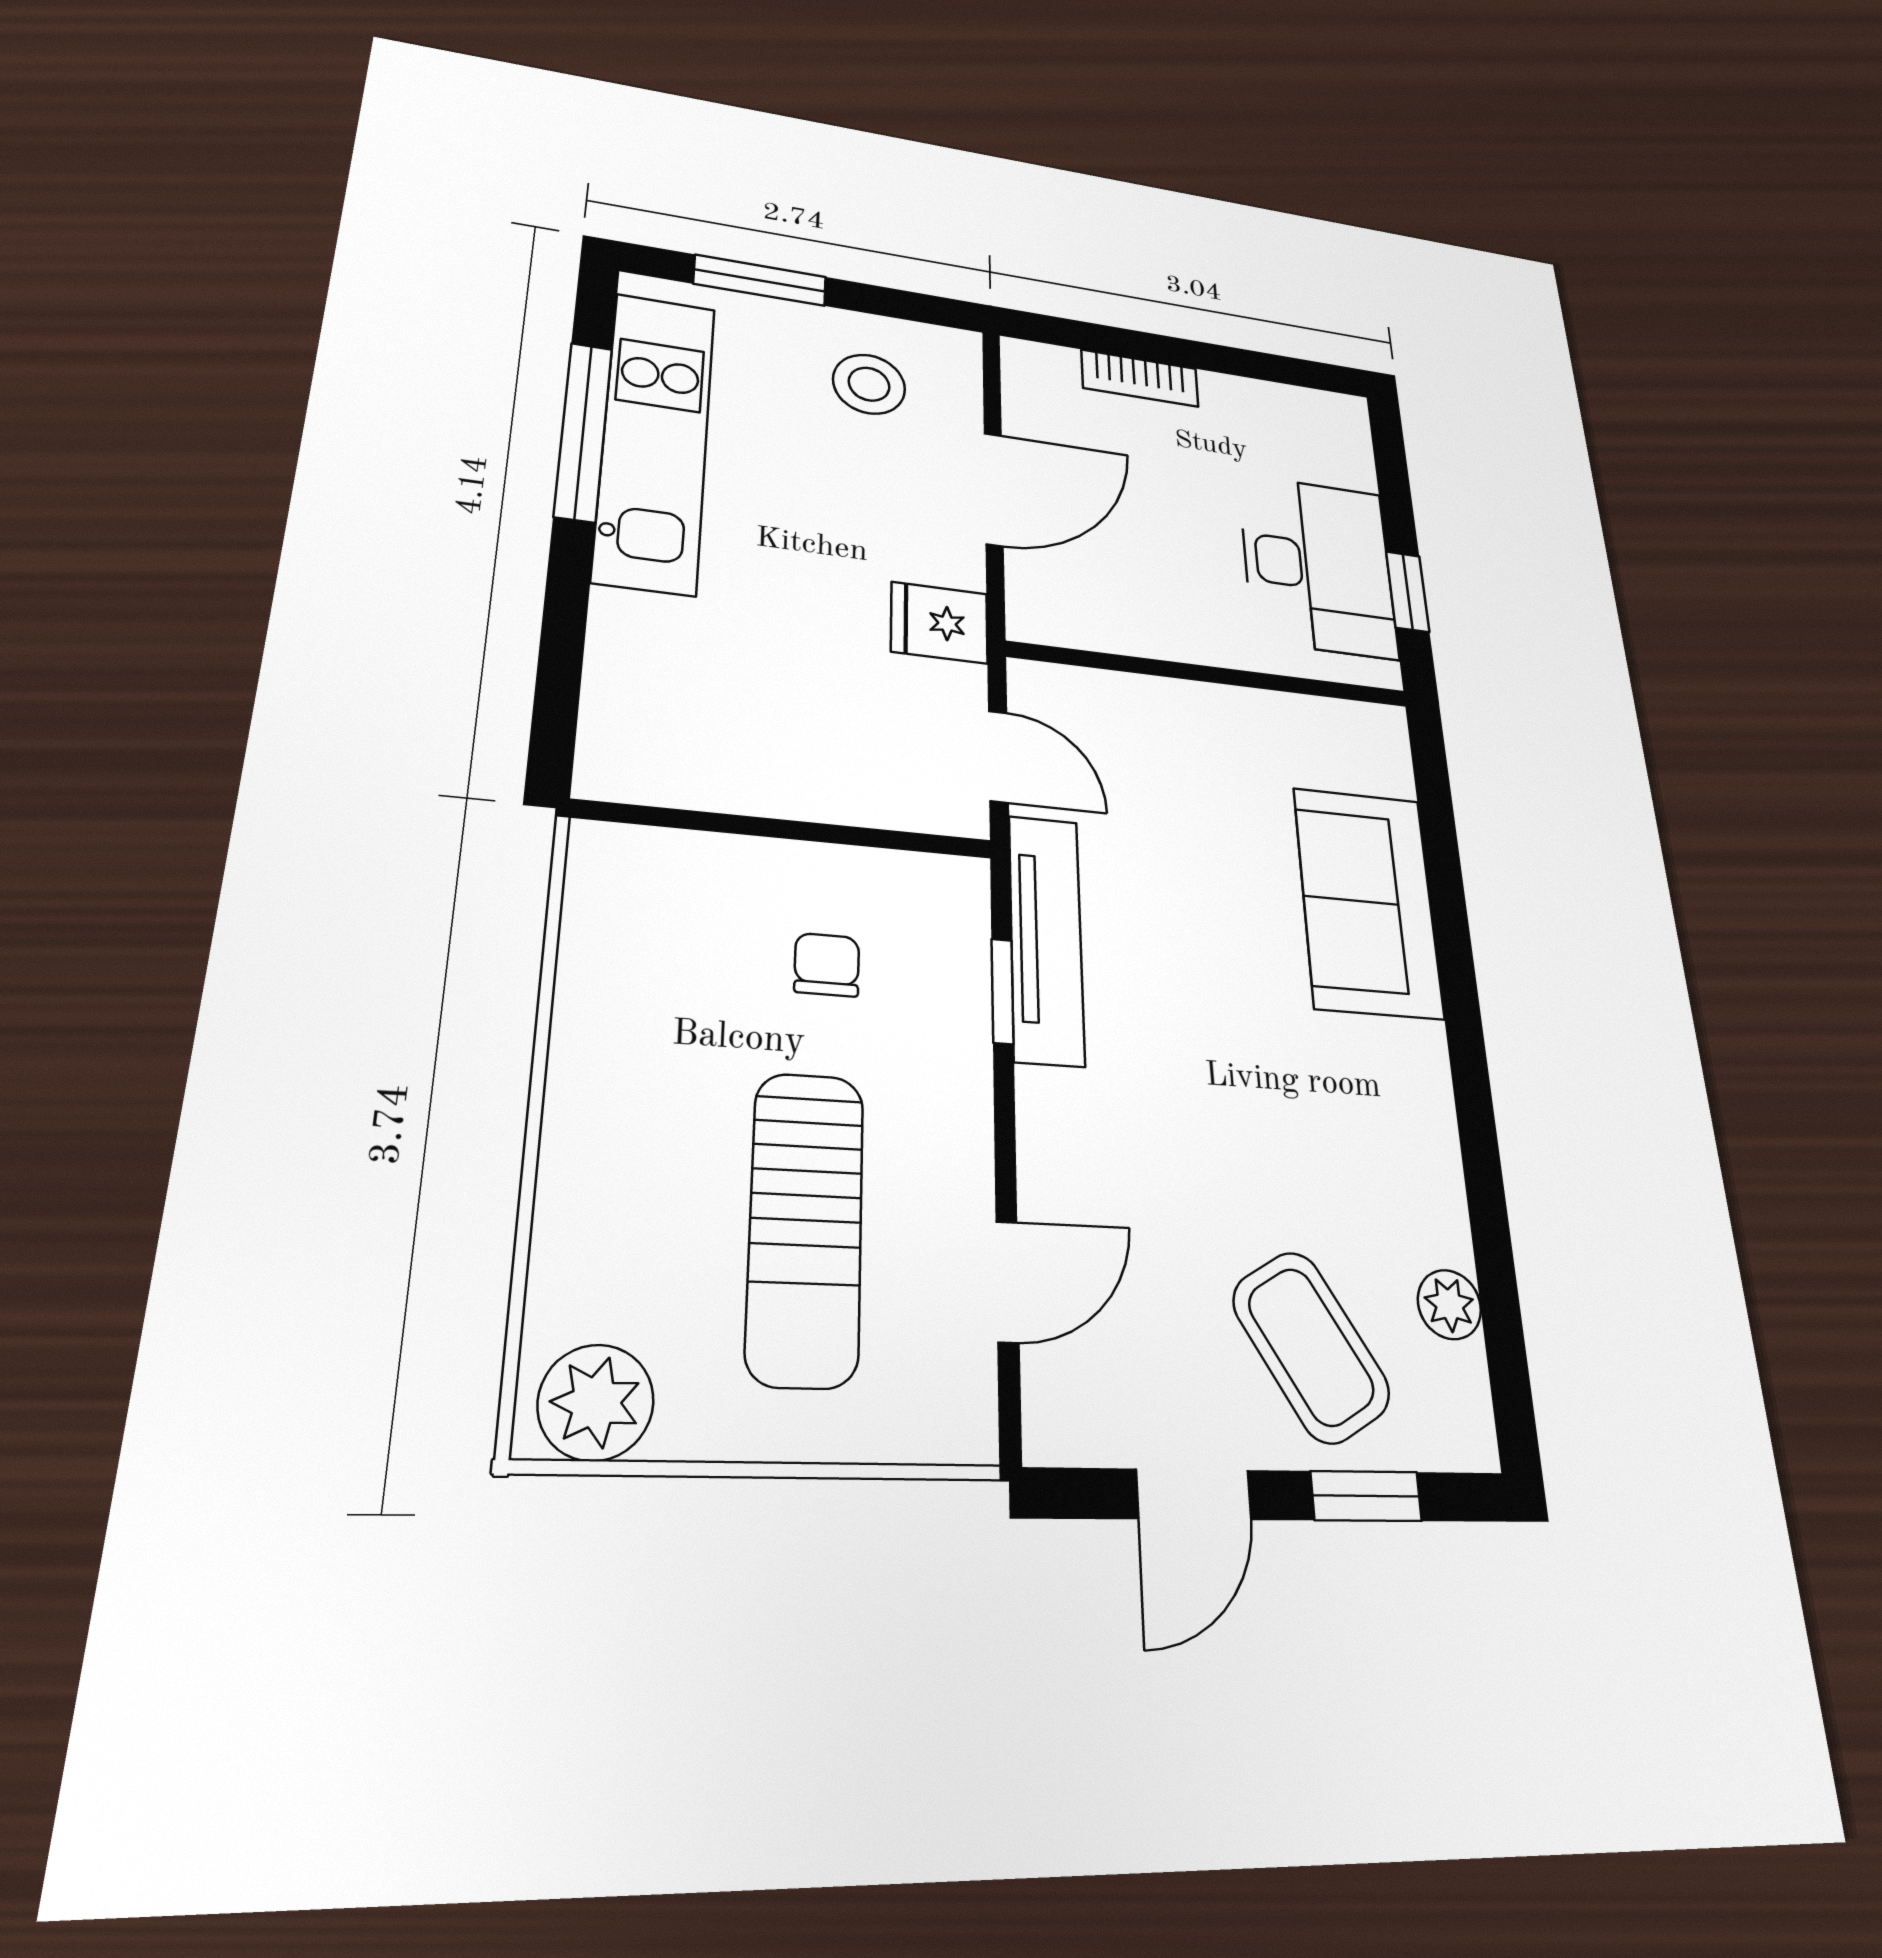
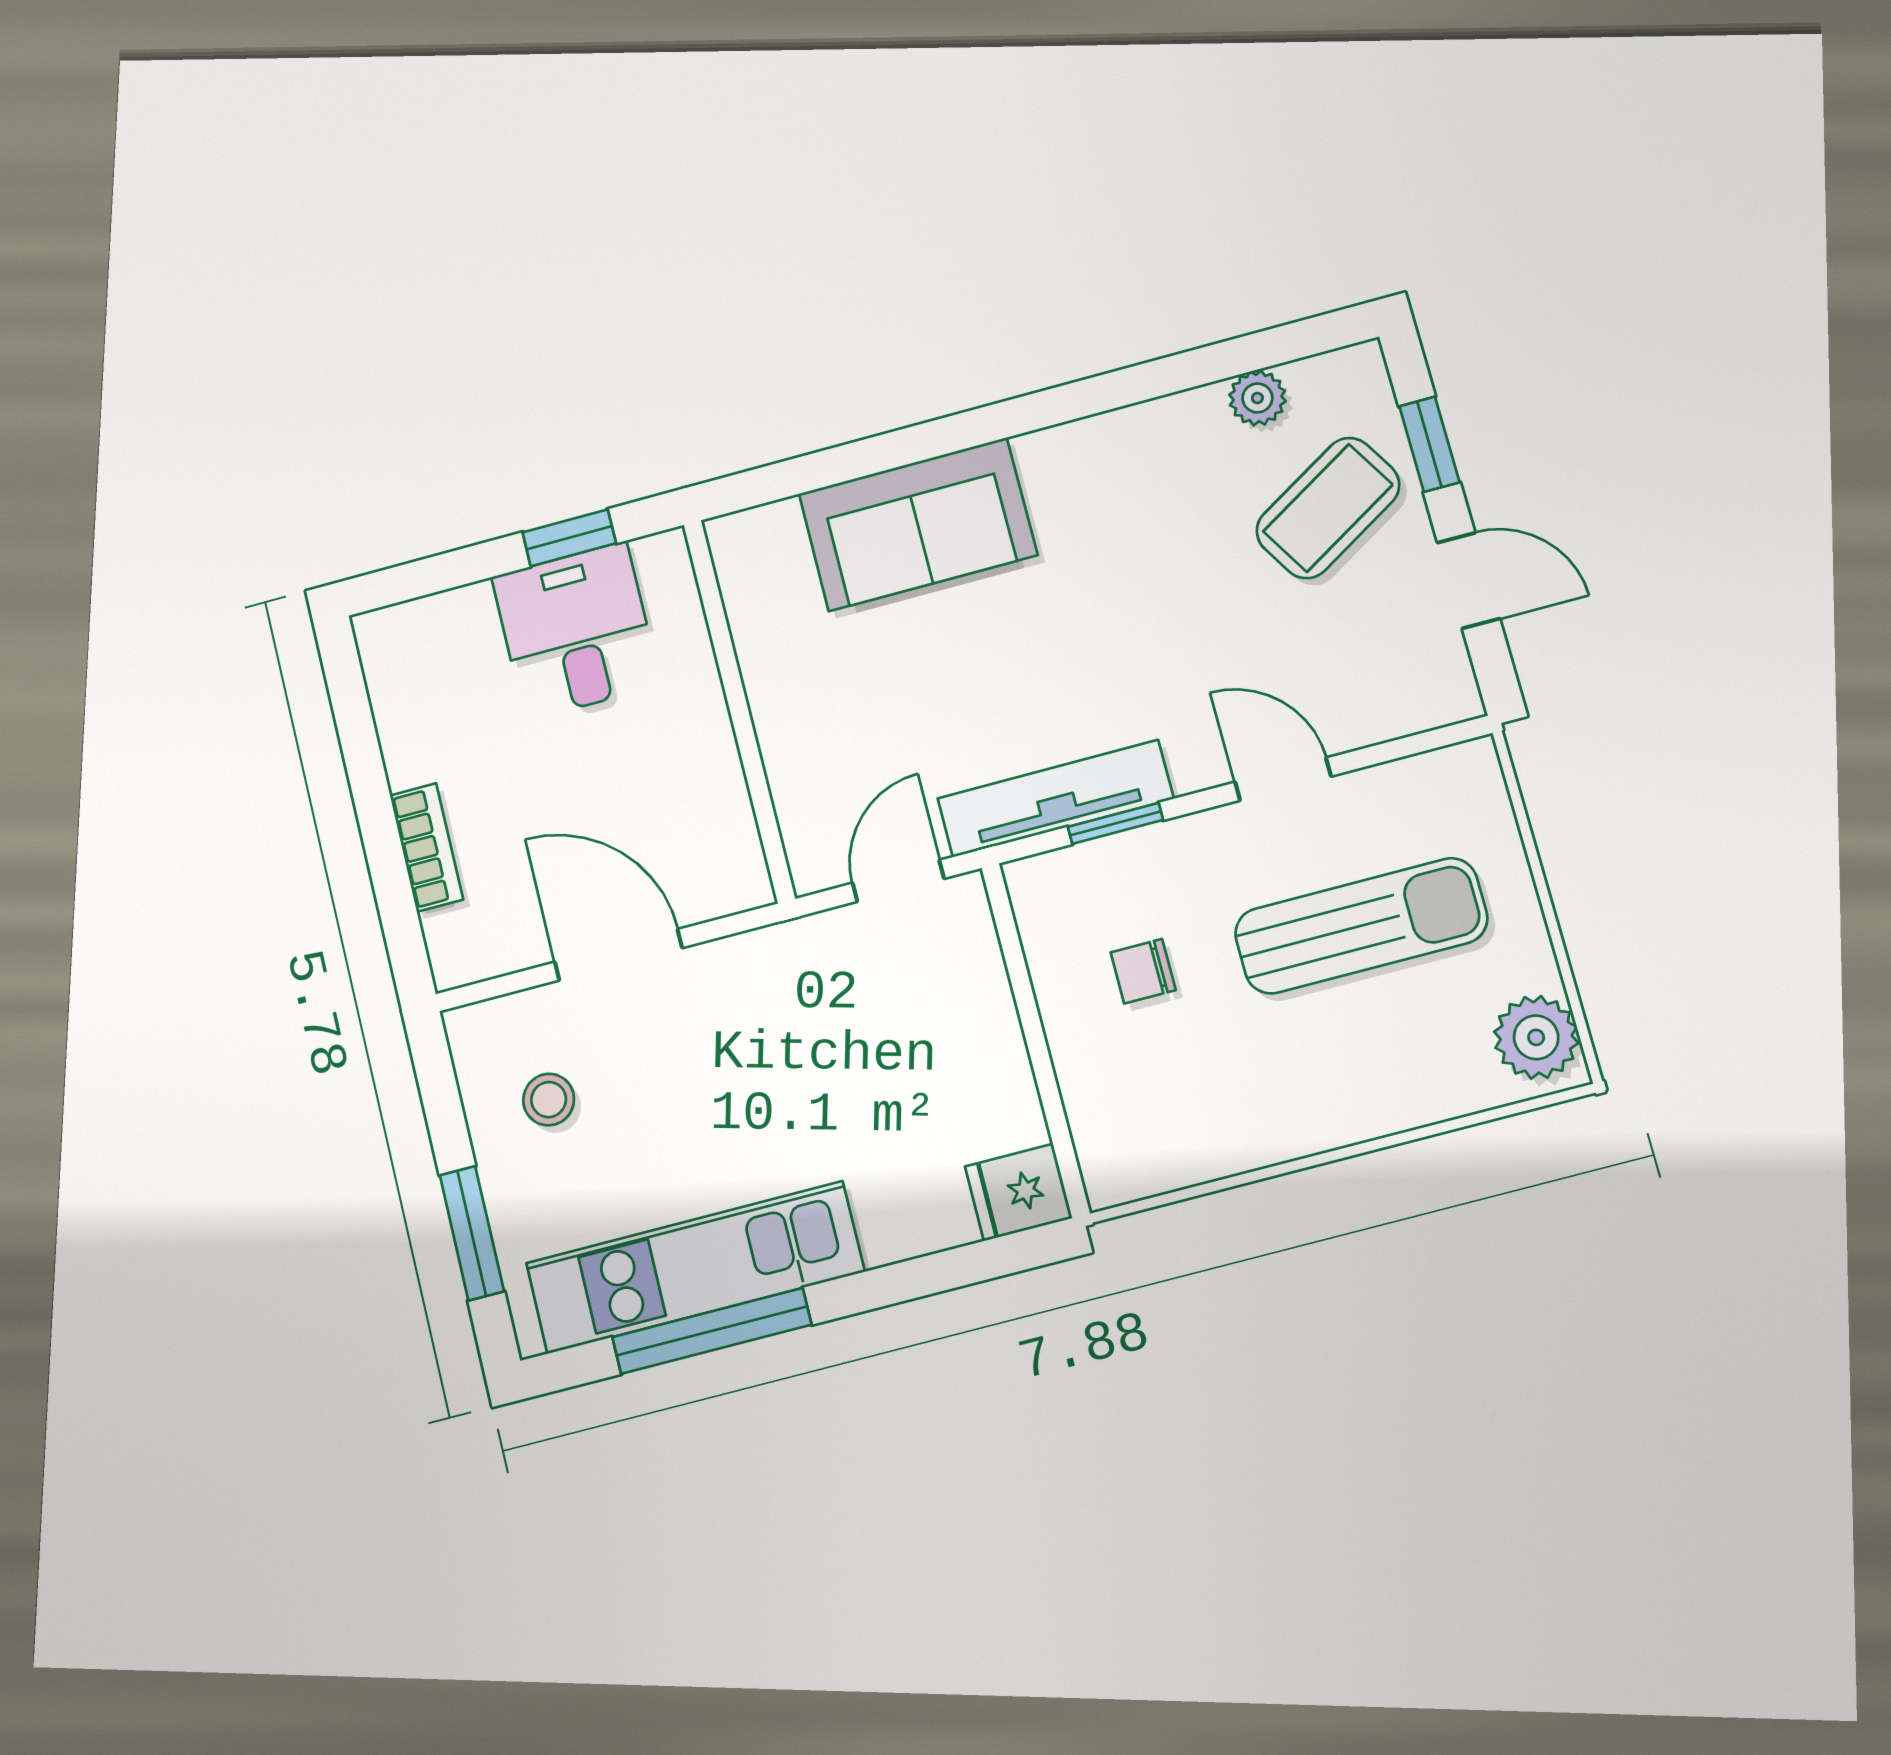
stool: (869, 384) -> (549, 1100), width x0.73, depth x0.73
desk: (1318, 566) -> (576, 631), width x0.73
fridge: (939, 623) -> (1018, 1192), moved, turned 90
door: (1007, 1282) -> (1283, 779), moved

